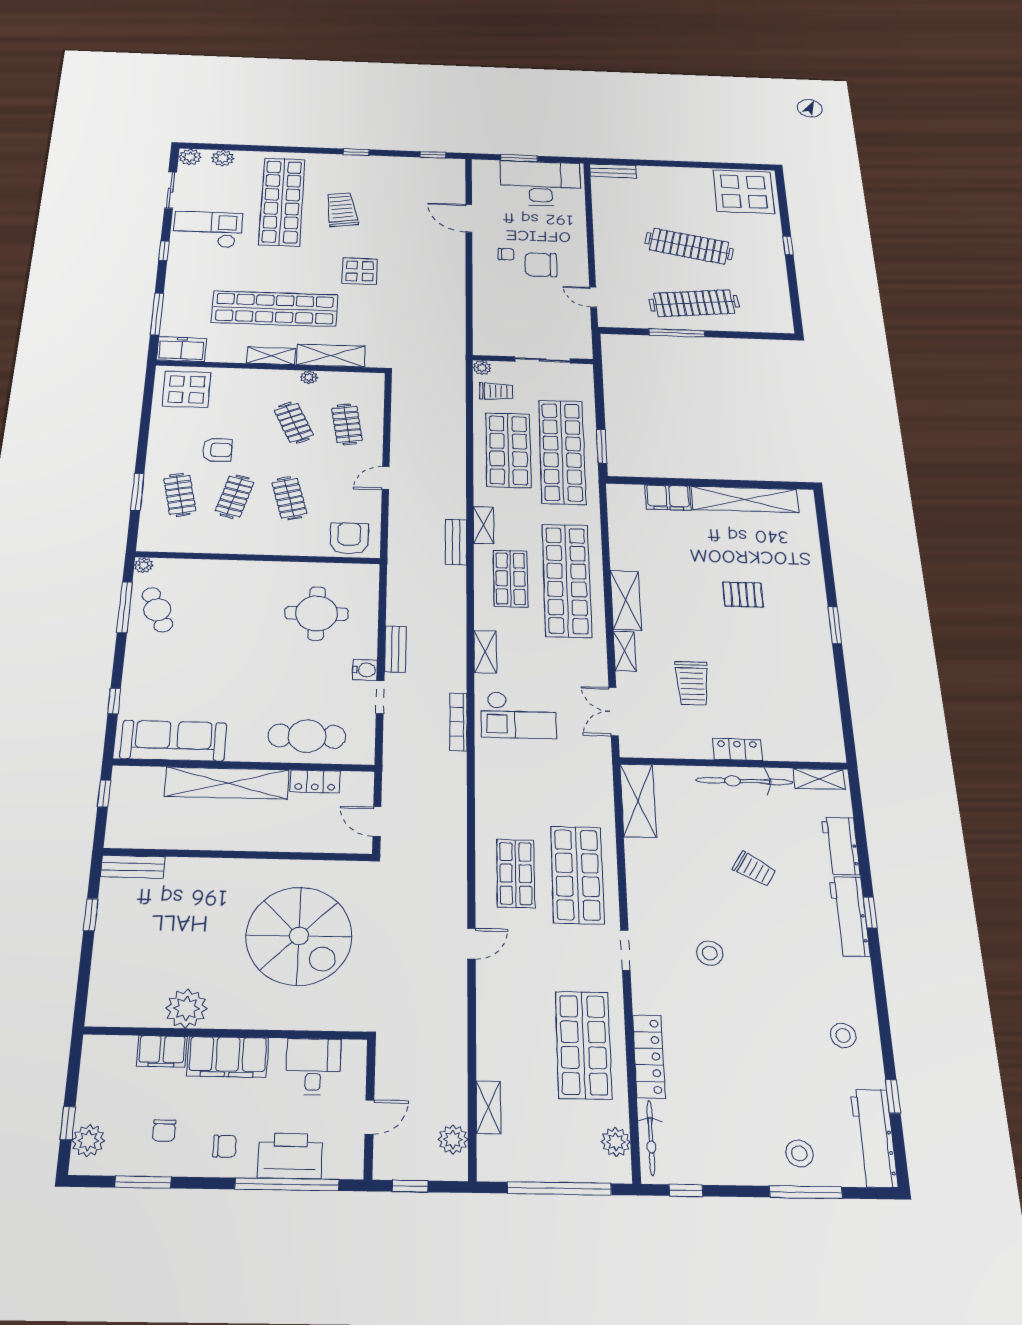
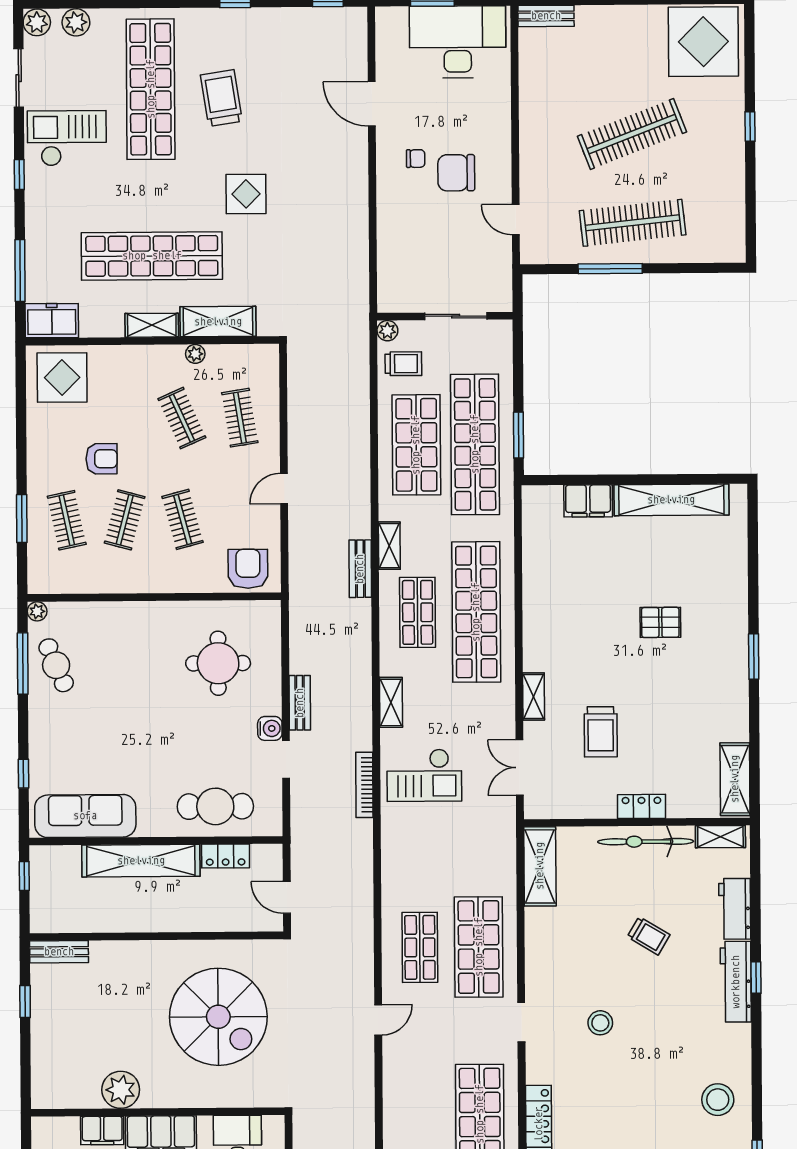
clothes rail: (689, 246) -> (632, 134), turned -33
shelving: (626, 600) -> (735, 779), moved
stool: (843, 1036) -> (718, 1100), width x1.38, depth x1.38

